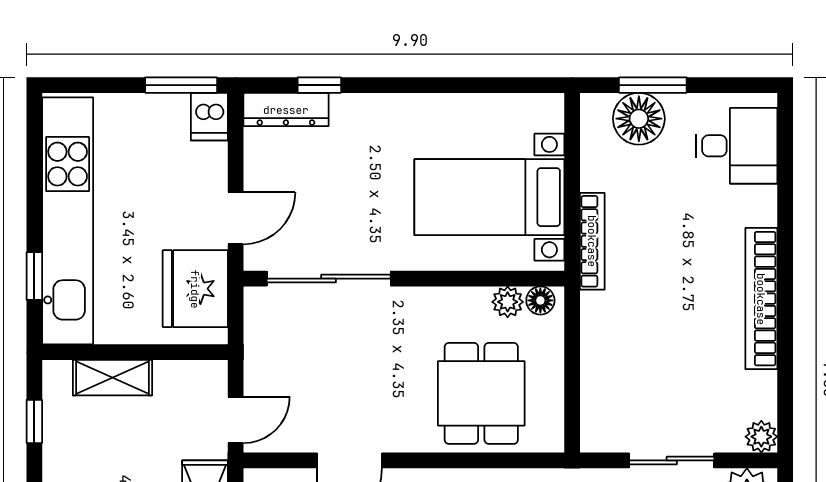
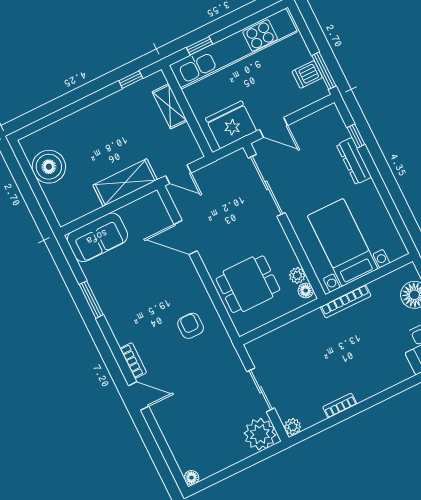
dresser: (286, 110) -> (354, 161), moved
dishwasher: (209, 117) -> (307, 75), moved
bookcase: (761, 299) -> (340, 406), width x0.43, depth x0.76

